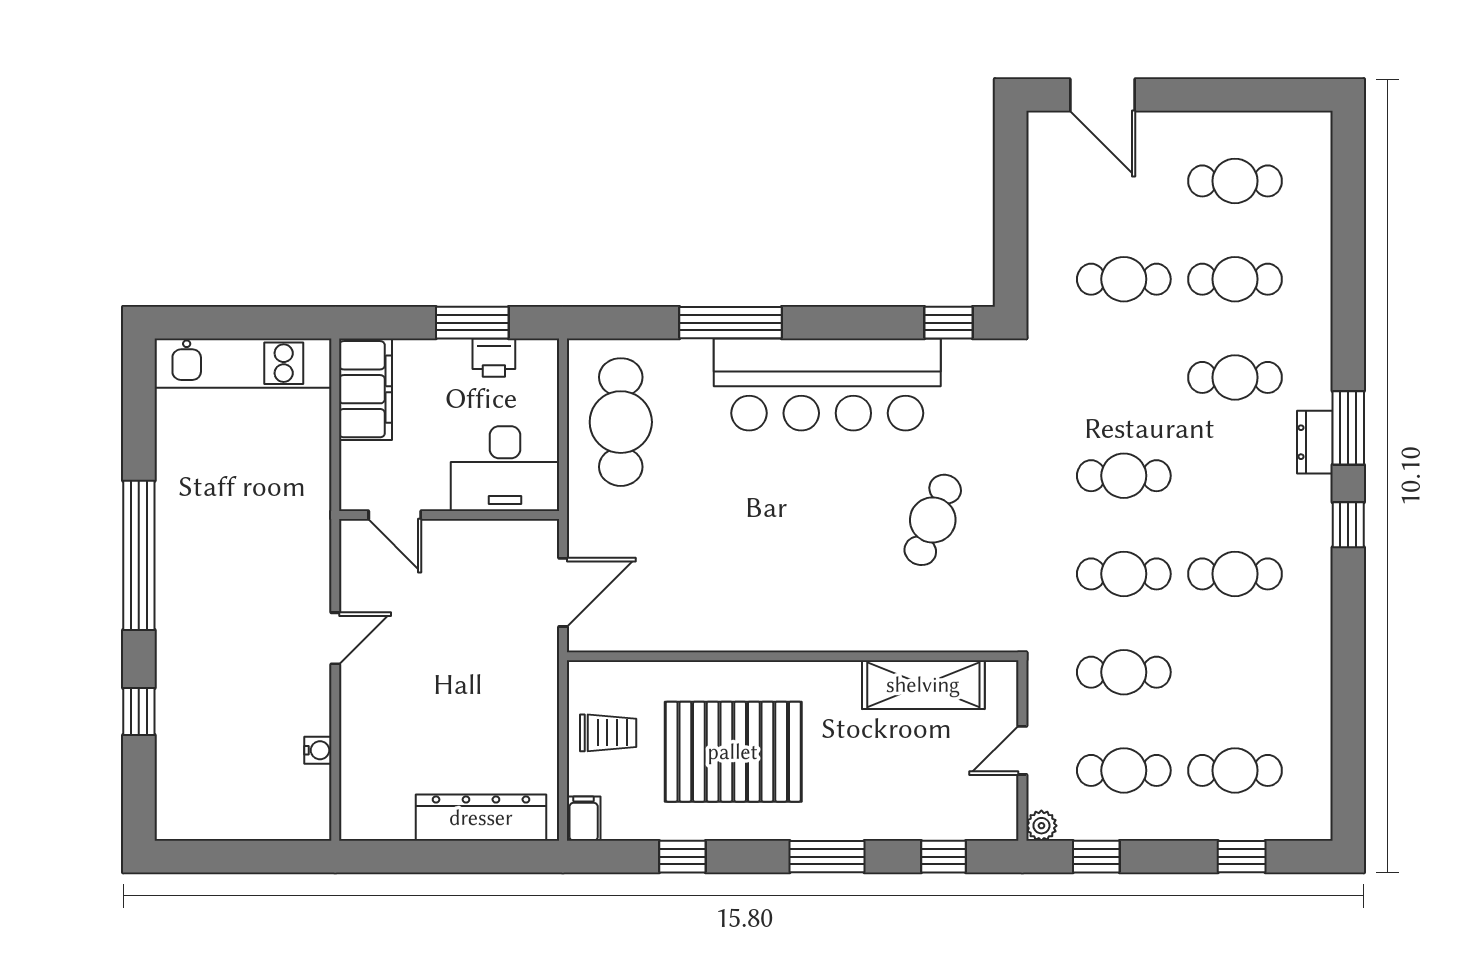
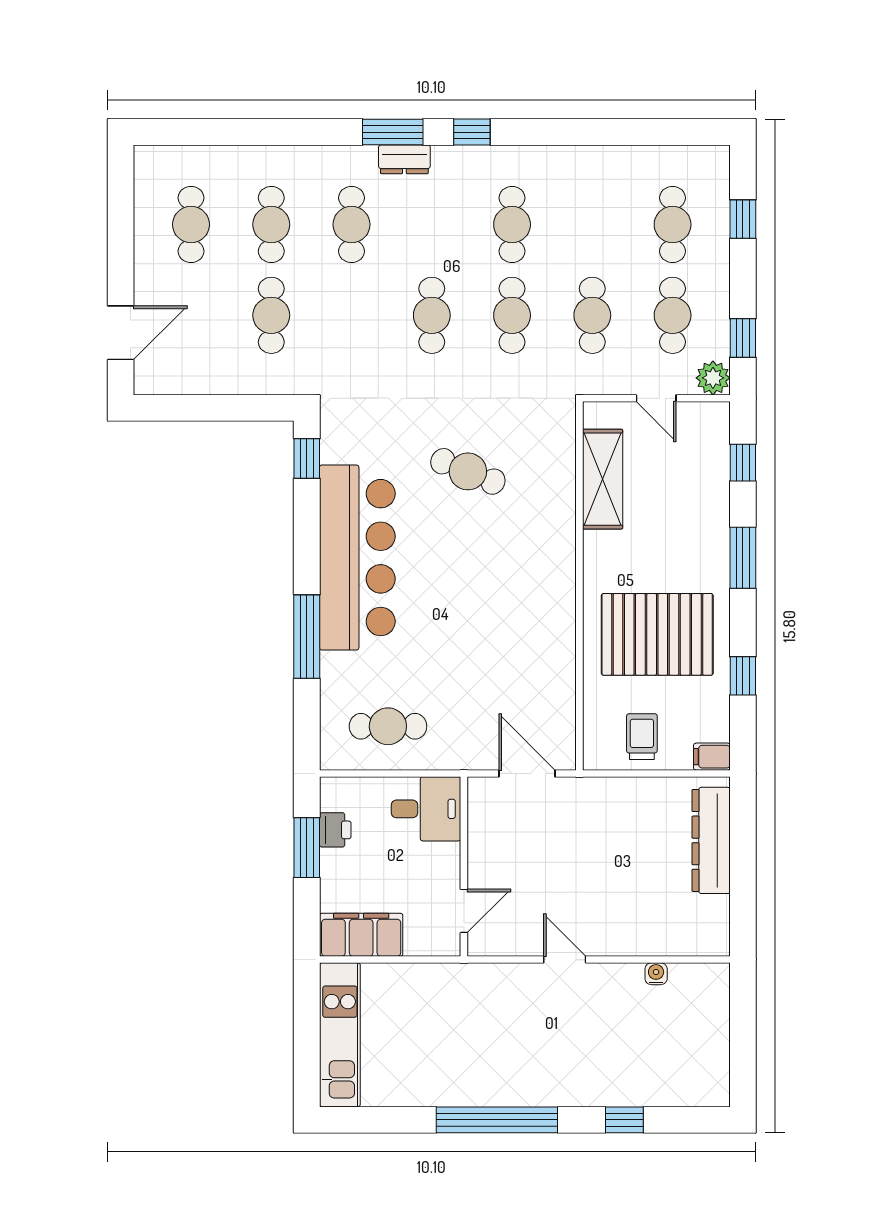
cafe table: (621, 422) -> (388, 726), width x0.73, depth x0.74
desk: (505, 469) -> (426, 809), width x0.73
pallet: (733, 752) -> (657, 634), turned 90
plant: (1041, 826) -> (713, 378), width x1.38, depth x1.38

